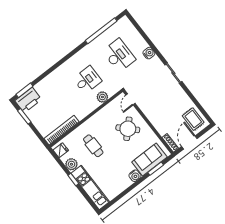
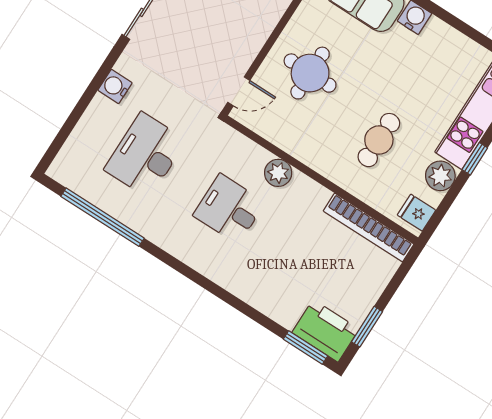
plant: (102, 97) -> (278, 173), moved
round table: (128, 129) -> (310, 73), turned 45

